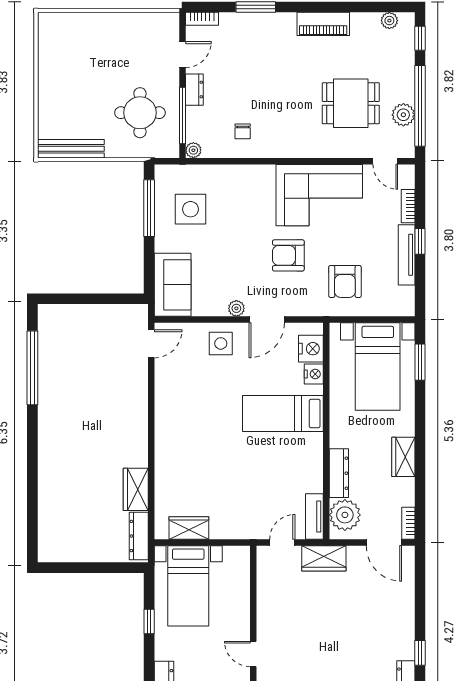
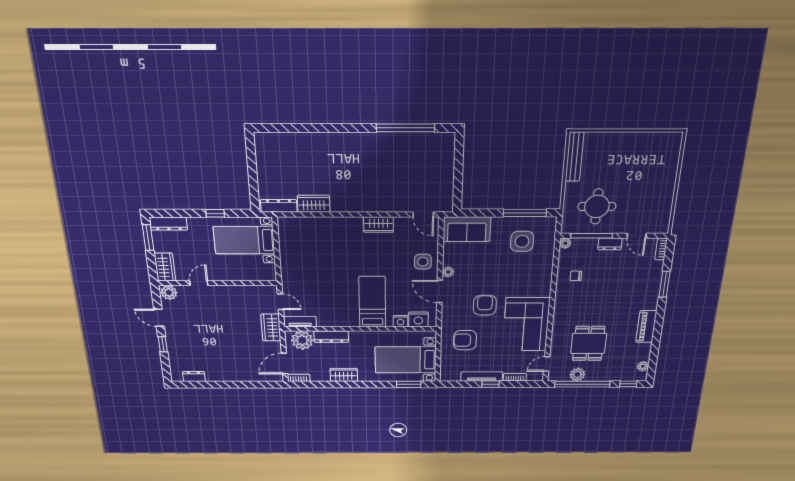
wardrobe: (189, 528) -> (378, 225), moved, turned 90
window: (420, 653) -> (211, 385), removed

